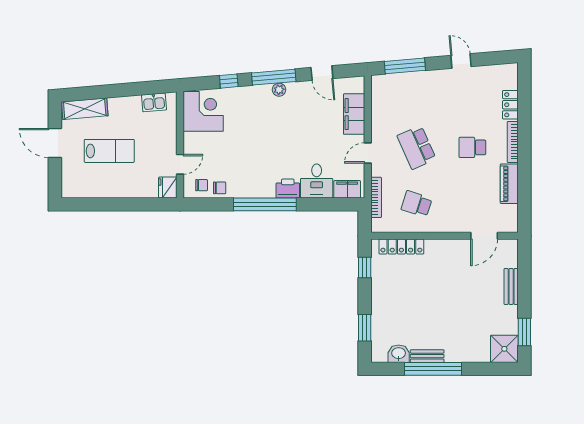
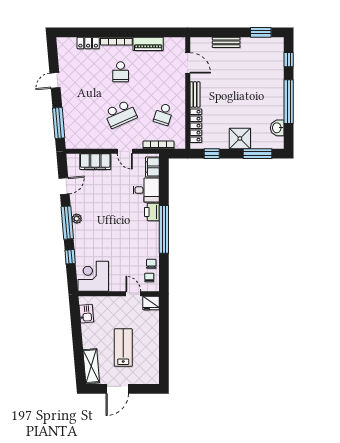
window: (365, 328) -> (258, 154), width x1.44
shower: (504, 349) -> (240, 138), moved
bench: (427, 356) -> (195, 94), moved
window: (488, 369) -> (289, 60), added

